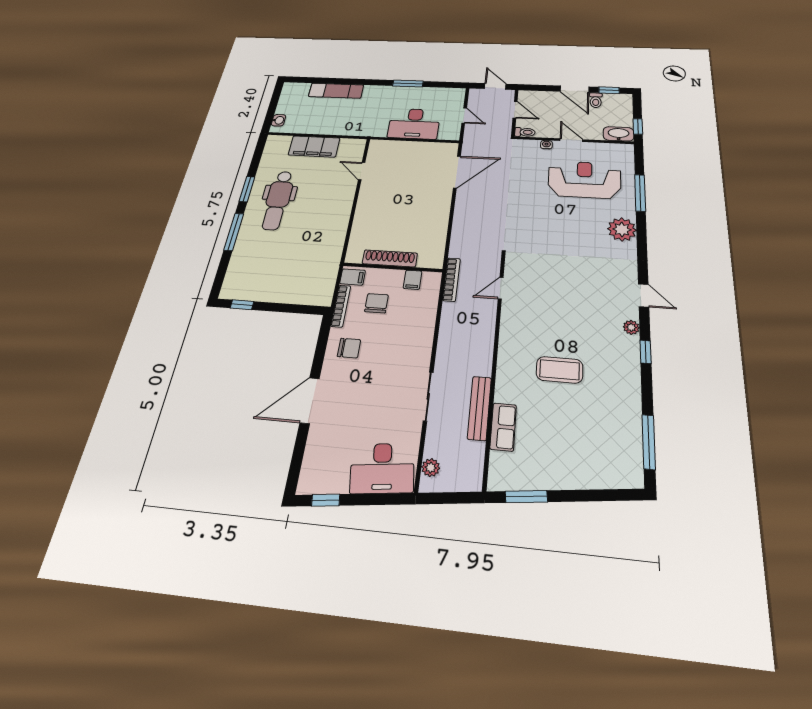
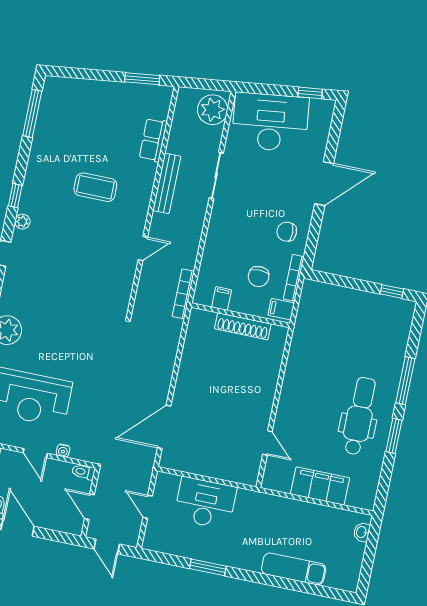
door: (501, 288) -> (143, 249), moved
bench: (479, 408) -> (167, 183), moved
desk: (382, 468) -> (270, 122), width x1.36, depth x1.30
plant: (431, 468) -> (213, 110), width x1.87, depth x1.87

